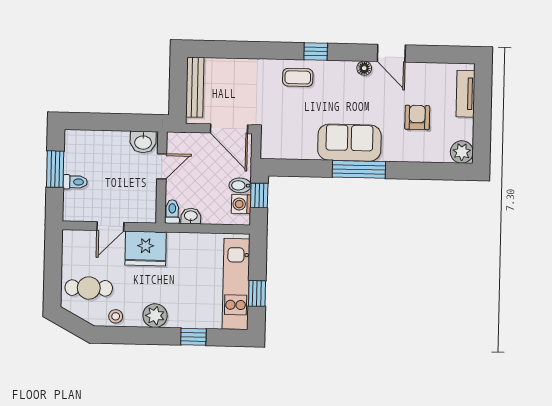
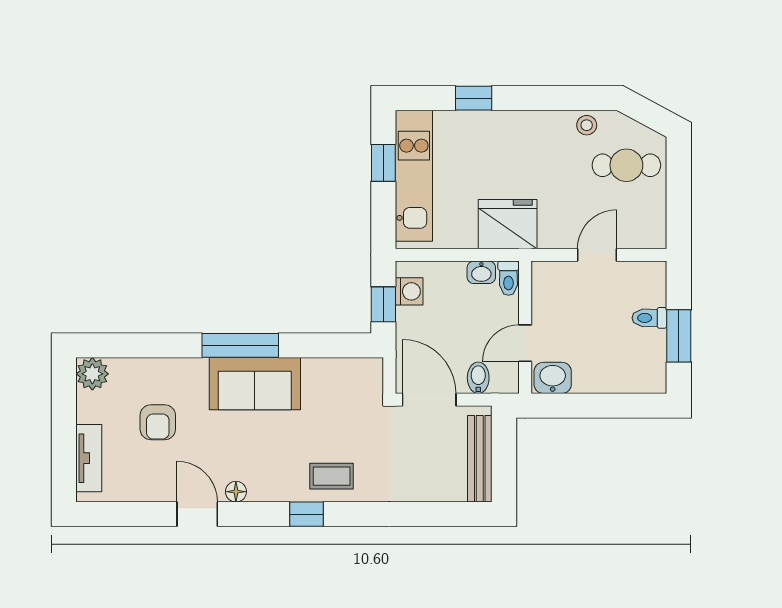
bidet: (240, 185) -> (478, 378), moved, turned -90
fridge: (146, 249) -> (508, 224), moved
plant: (155, 316) -> (530, 128), removed

